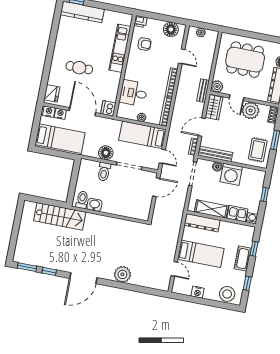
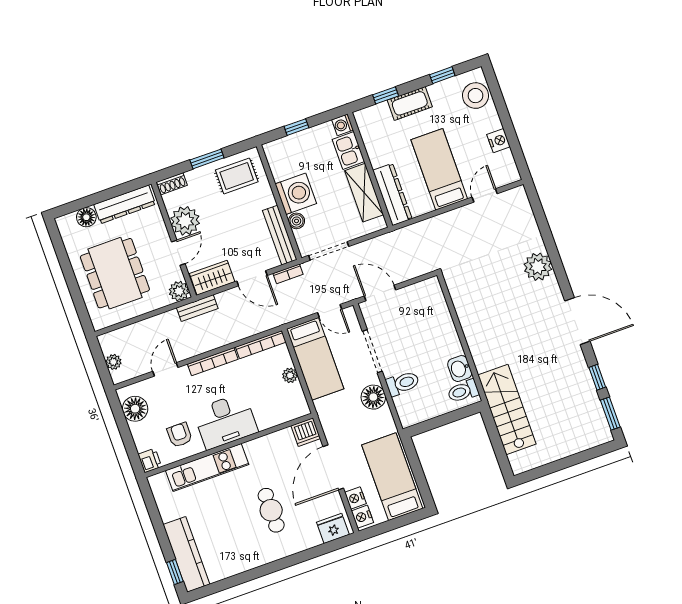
desk: (134, 93) -> (225, 421), moved, width x1.37
door: (162, 156) -> (330, 311), swing flipped

